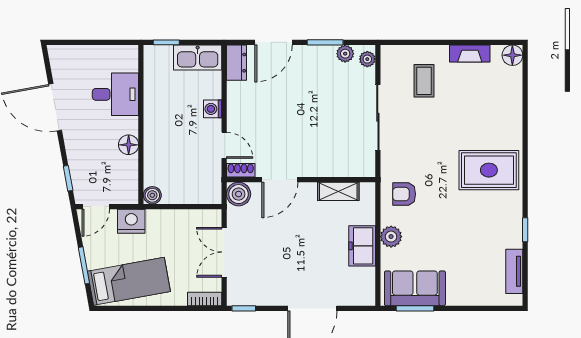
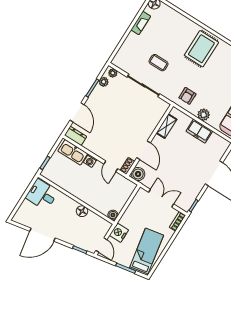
kitchen sink: (198, 58) -> (73, 152), moved, turned 90
coffee table: (424, 81) -> (159, 63), moved
desk: (115, 94) -> (42, 195), moved, turned -90
door: (224, 145) -> (111, 166), swing flipped
double door: (224, 252) -> (161, 198), swing flipped

